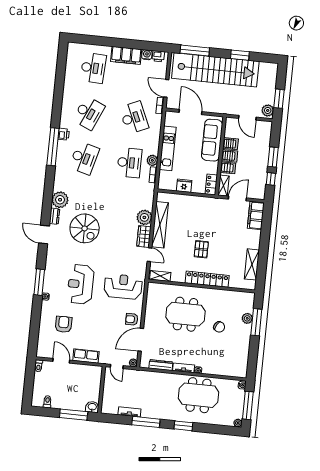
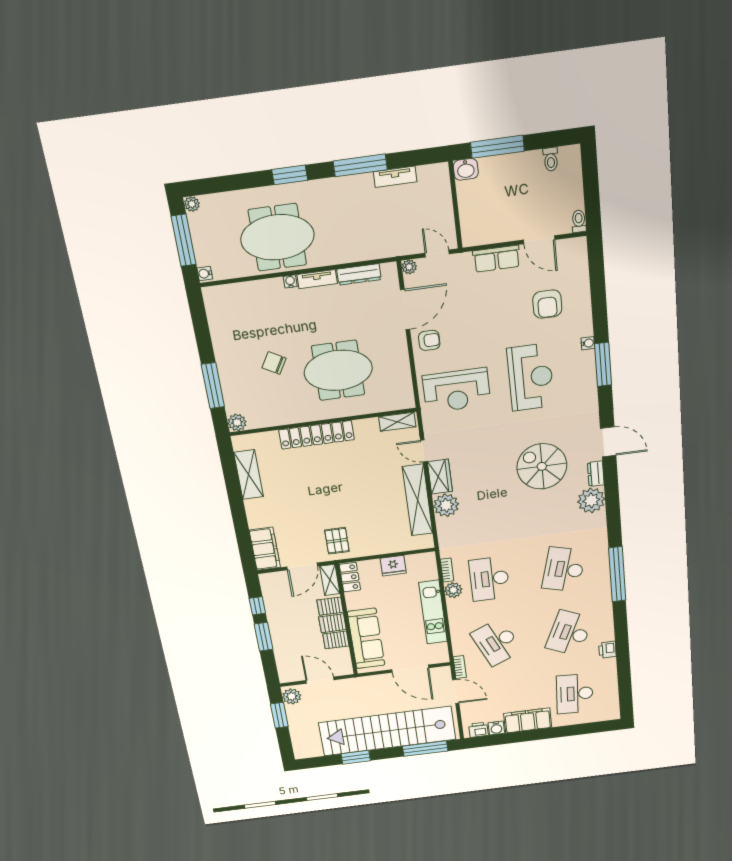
printer: (64, 134) -> (607, 650), moved
pallet: (201, 249) -> (337, 541), moved
plant: (247, 318) -> (237, 422), moved

